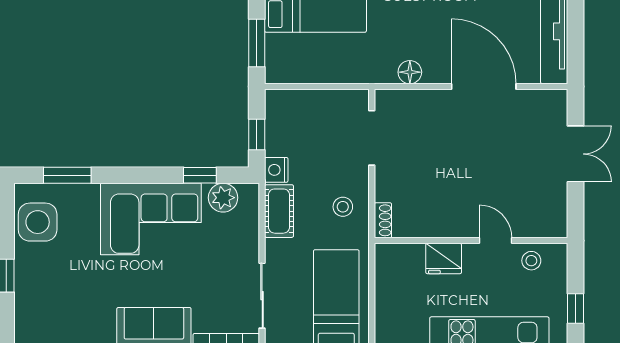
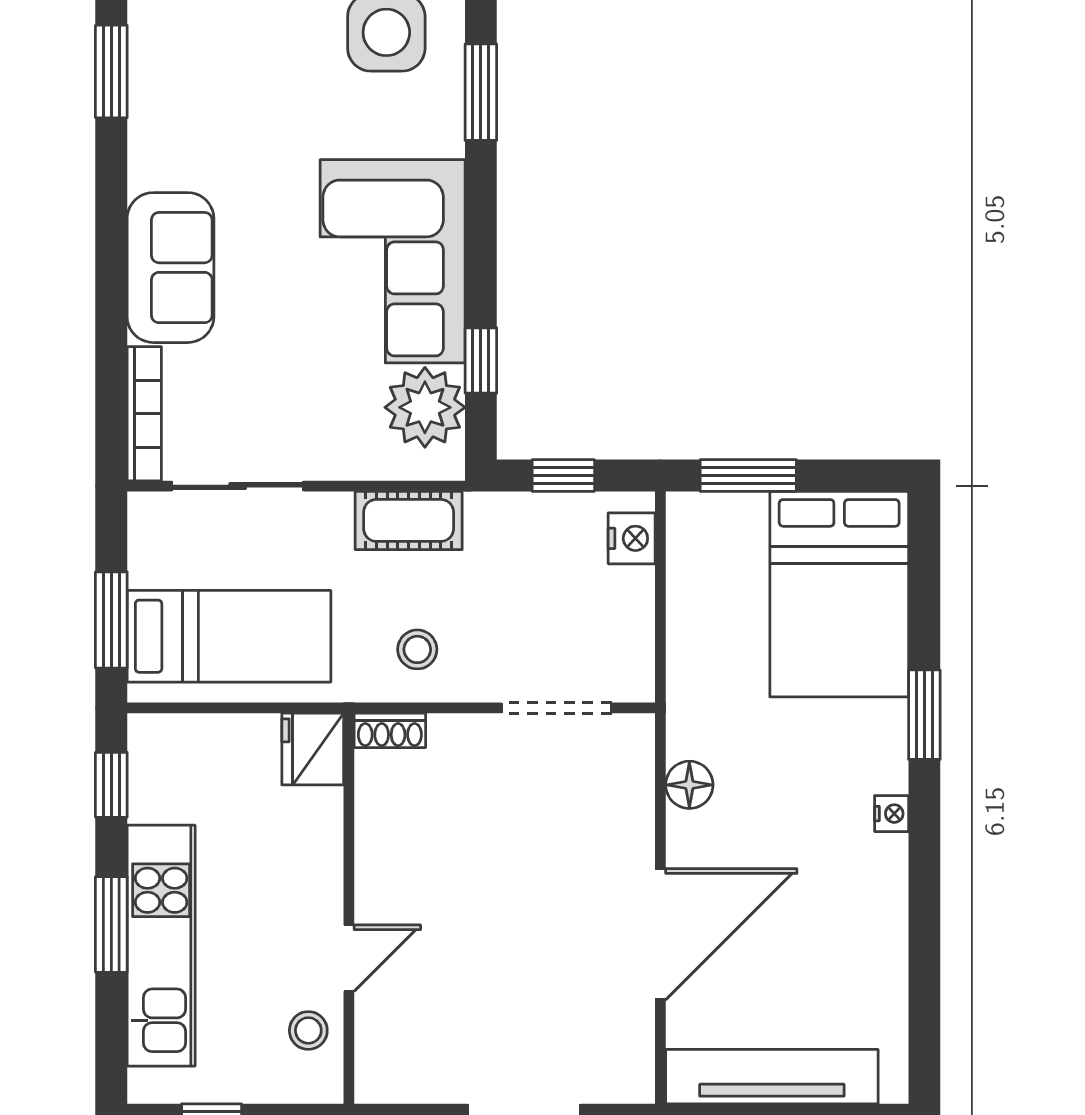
nightstand: (276, 170) -> (632, 538), moved, turned 90
plant: (223, 198) -> (425, 407), width x1.36, depth x1.36
fridge: (444, 258) -> (313, 749), moved

